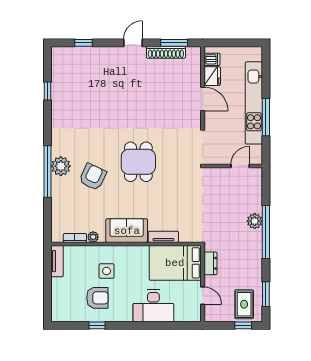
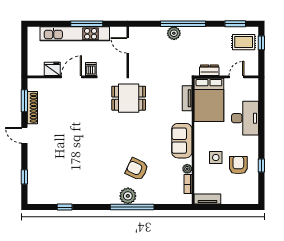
dishwasher: (212, 59) -> (91, 69), moved
dining table: (138, 162) -> (129, 98), moved
tv unit: (163, 237) -> (187, 98), moved

